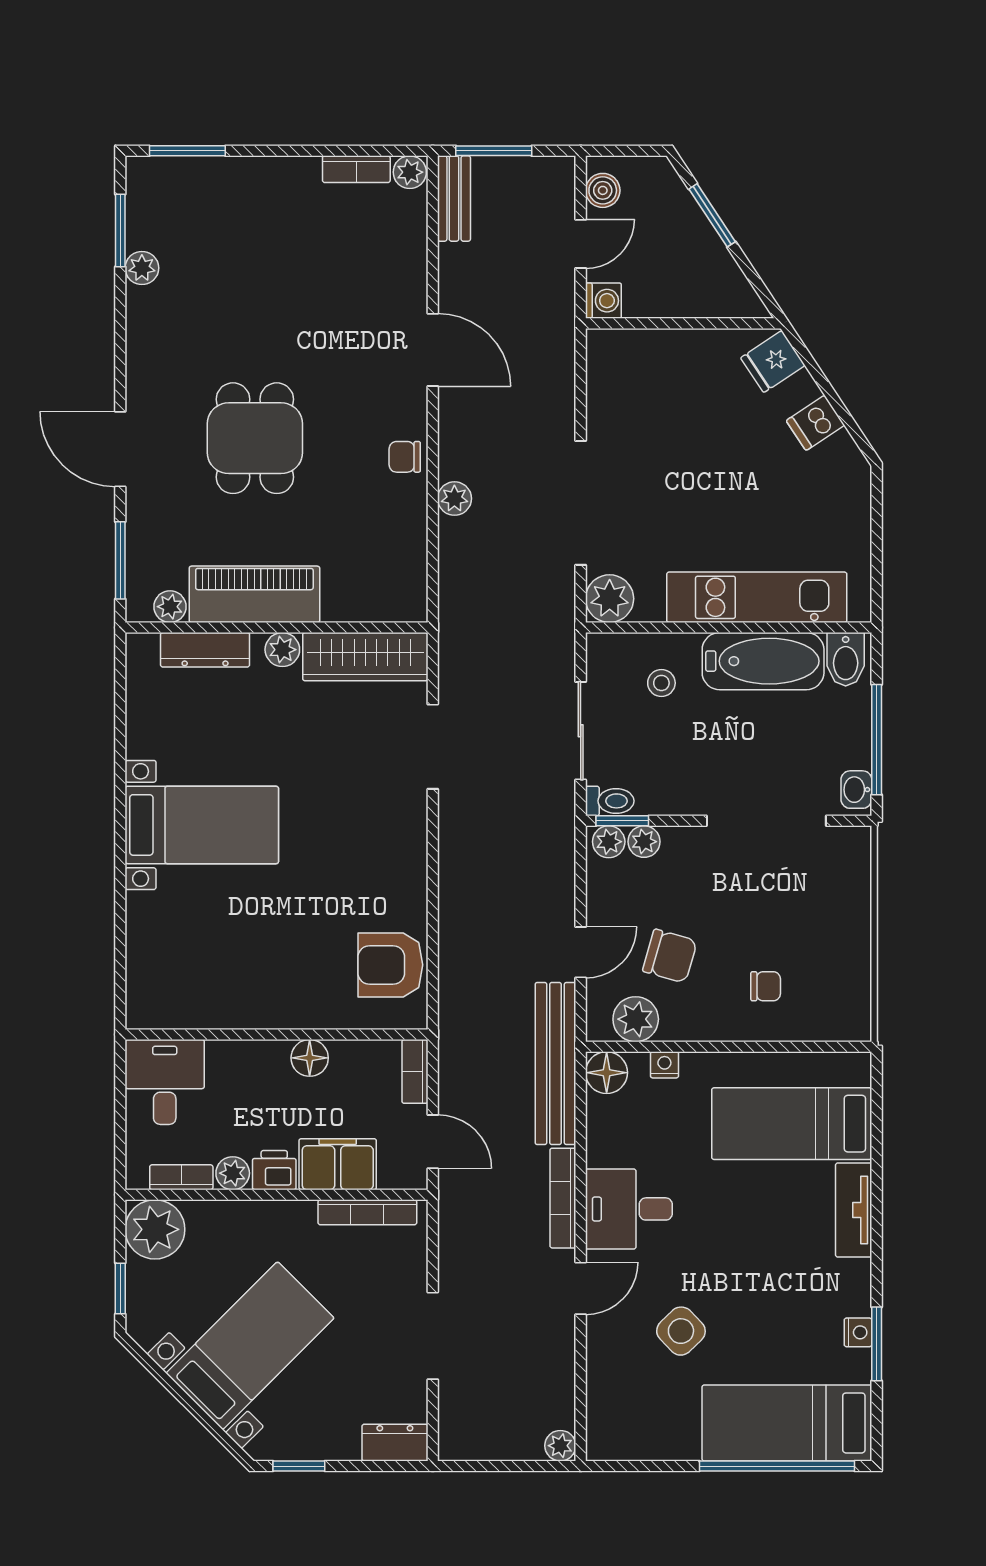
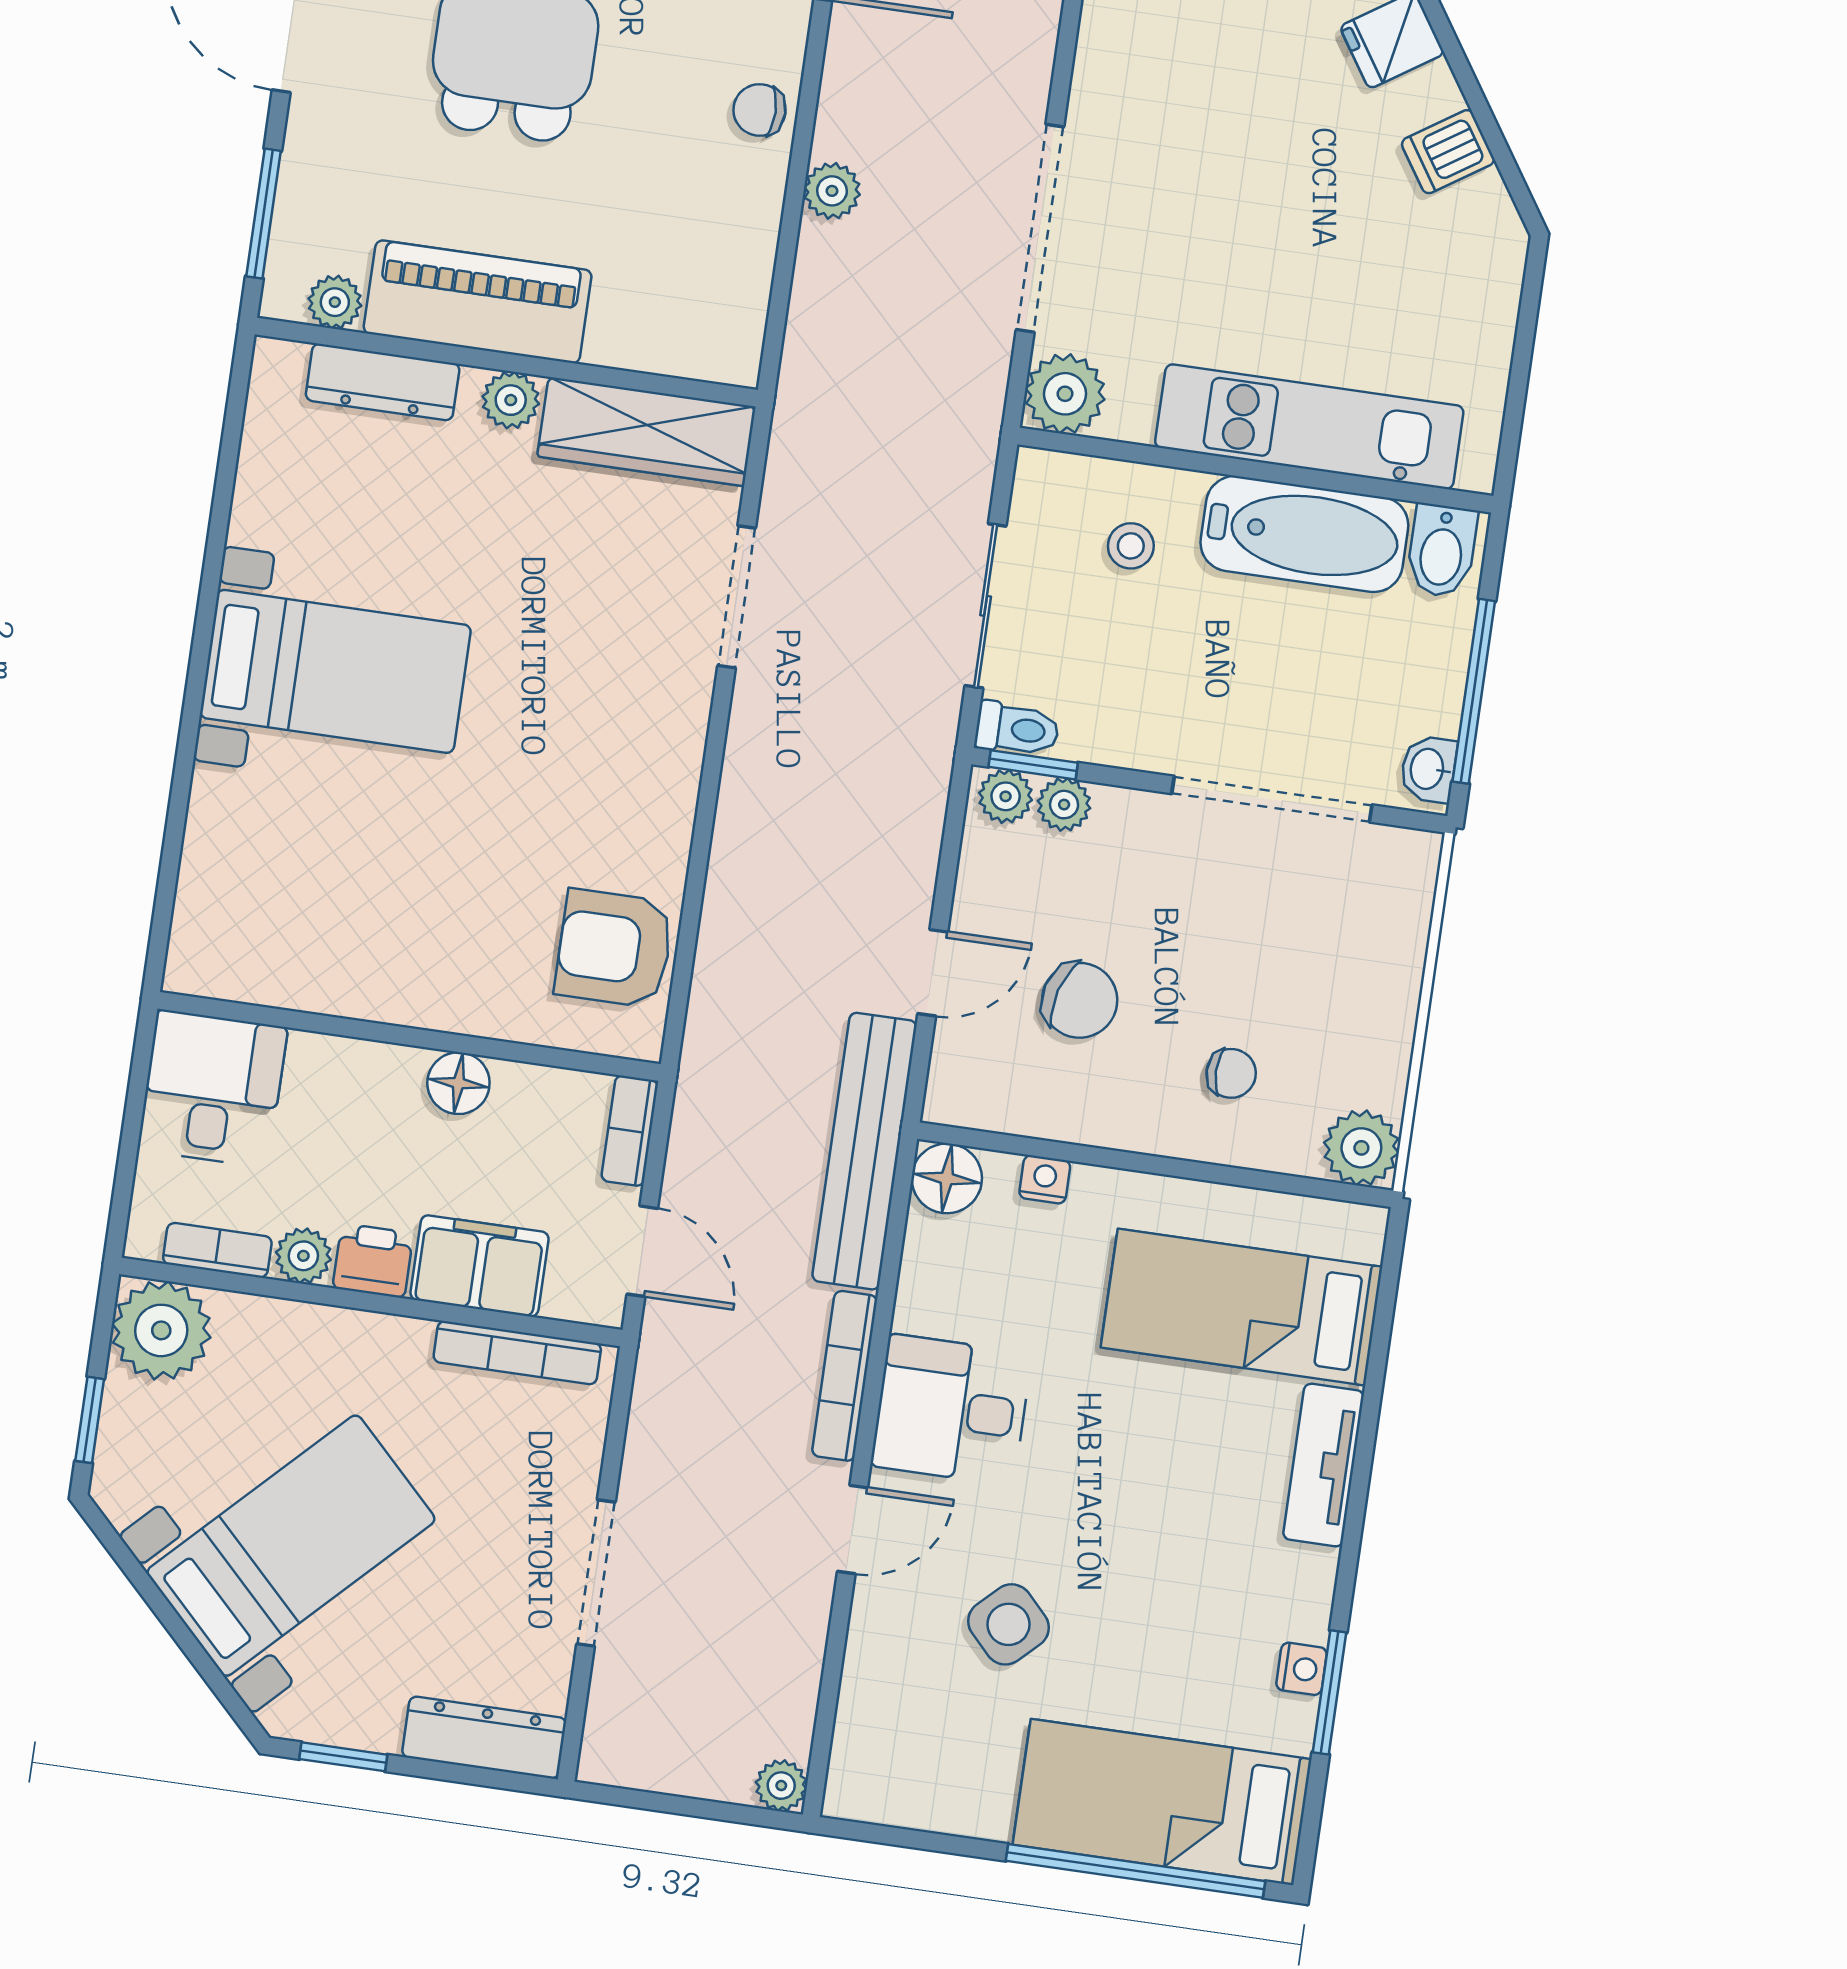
plant: (636, 1019) -> (1361, 1148), moved
dresser: (395, 1443) -> (484, 1737), width x1.44

